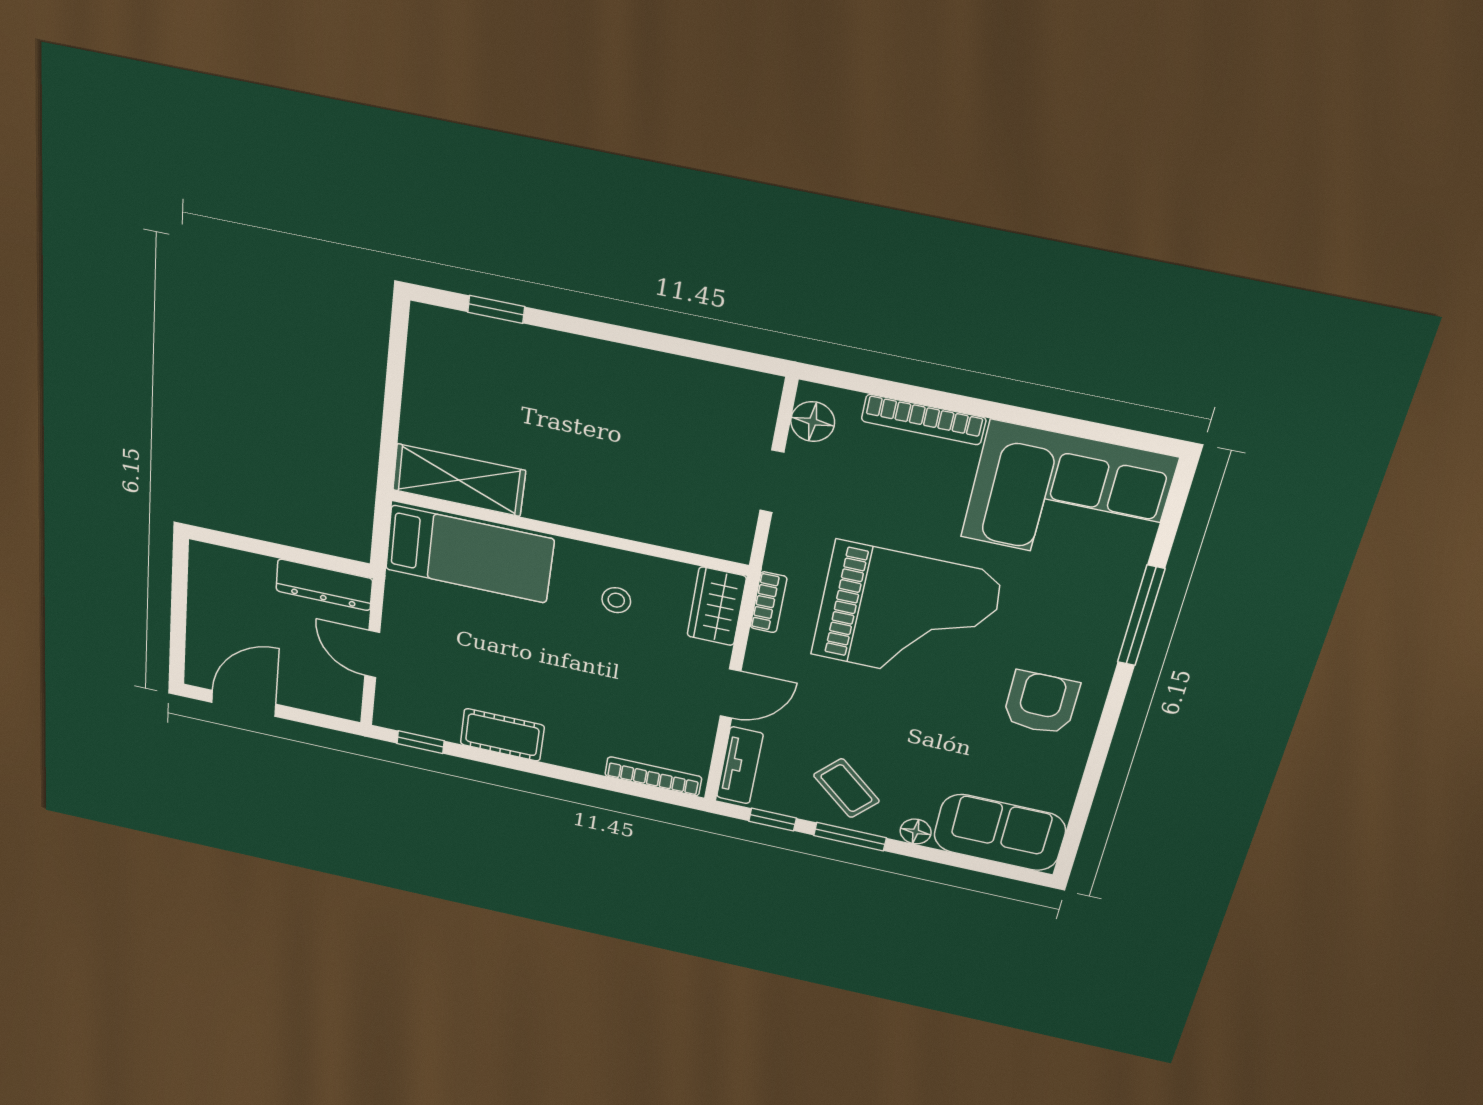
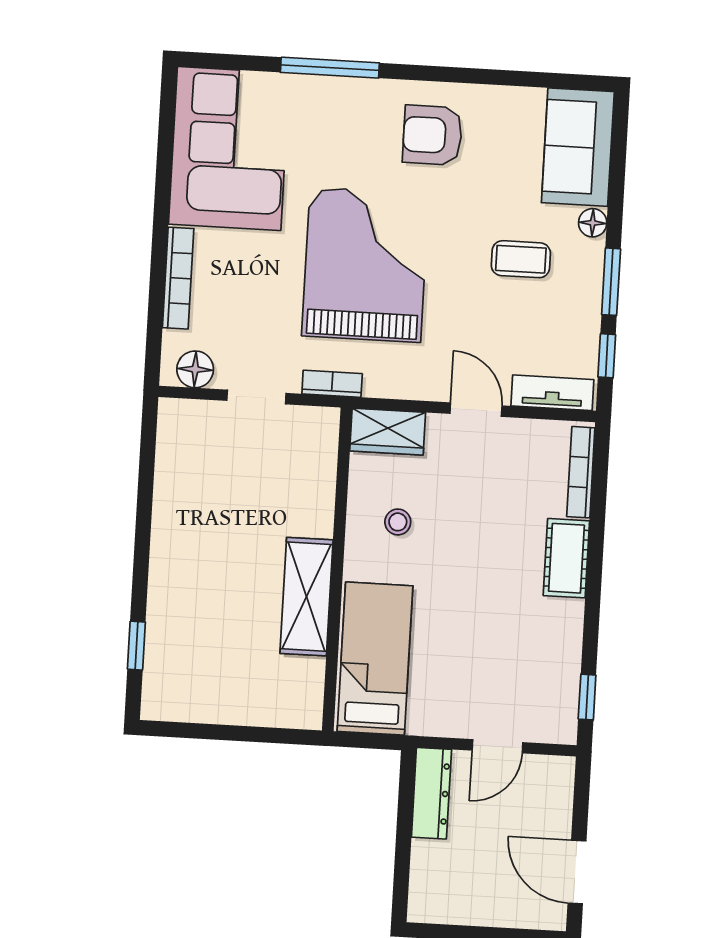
shelving: (459, 480) -> (307, 597), moved
bookcase: (769, 602) -> (332, 384), moved
cot: (502, 735) -> (566, 558), moved
coffee table: (846, 788) -> (521, 259), moved, turned 48

